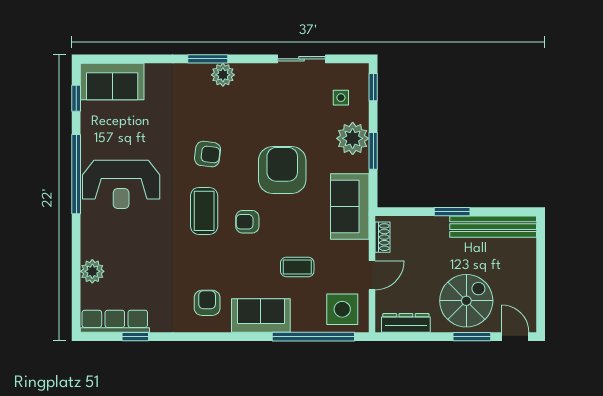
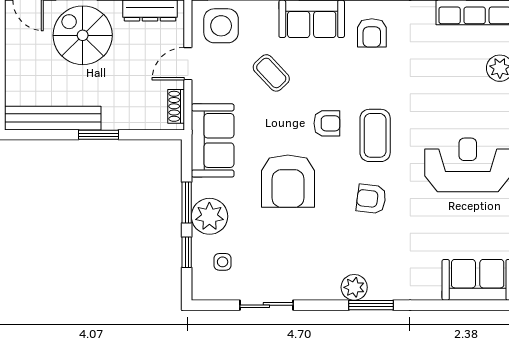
window: (373, 87) -> (187, 252), moved
coffee table: (297, 267) -> (271, 73), turned 47
spiral stairs: (466, 301) -> (83, 35), turned 90

